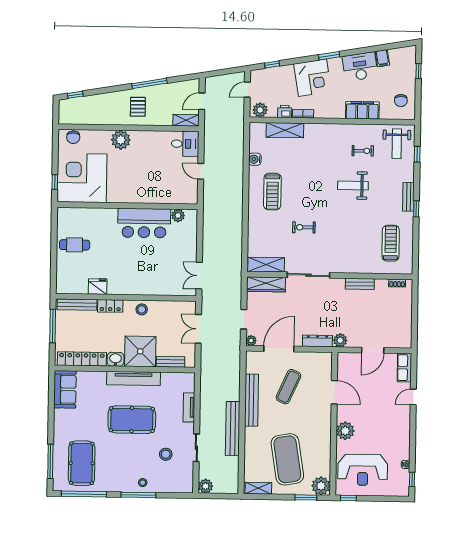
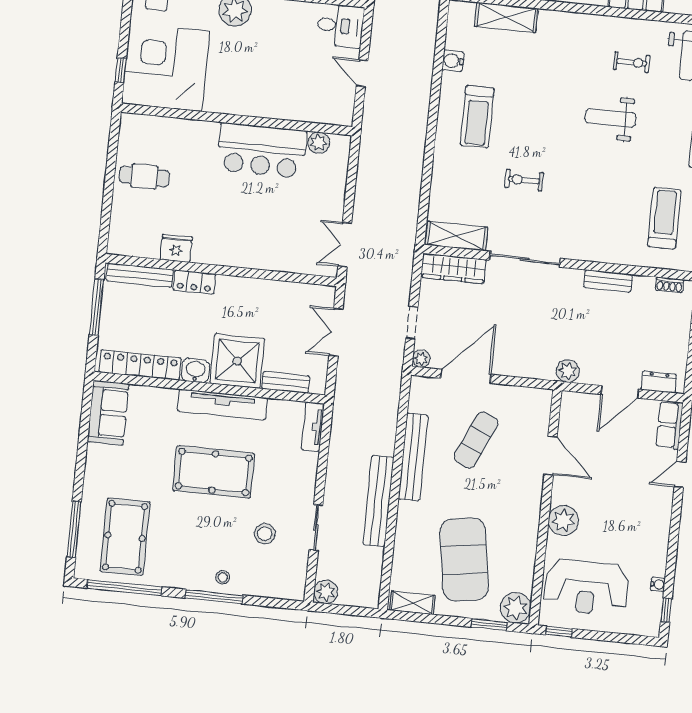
stool: (142, 309) -> (245, 292), removed
dresser: (317, 341) -> (659, 382), moved, width x0.70
tv unit: (189, 407) -> (313, 427), moved

